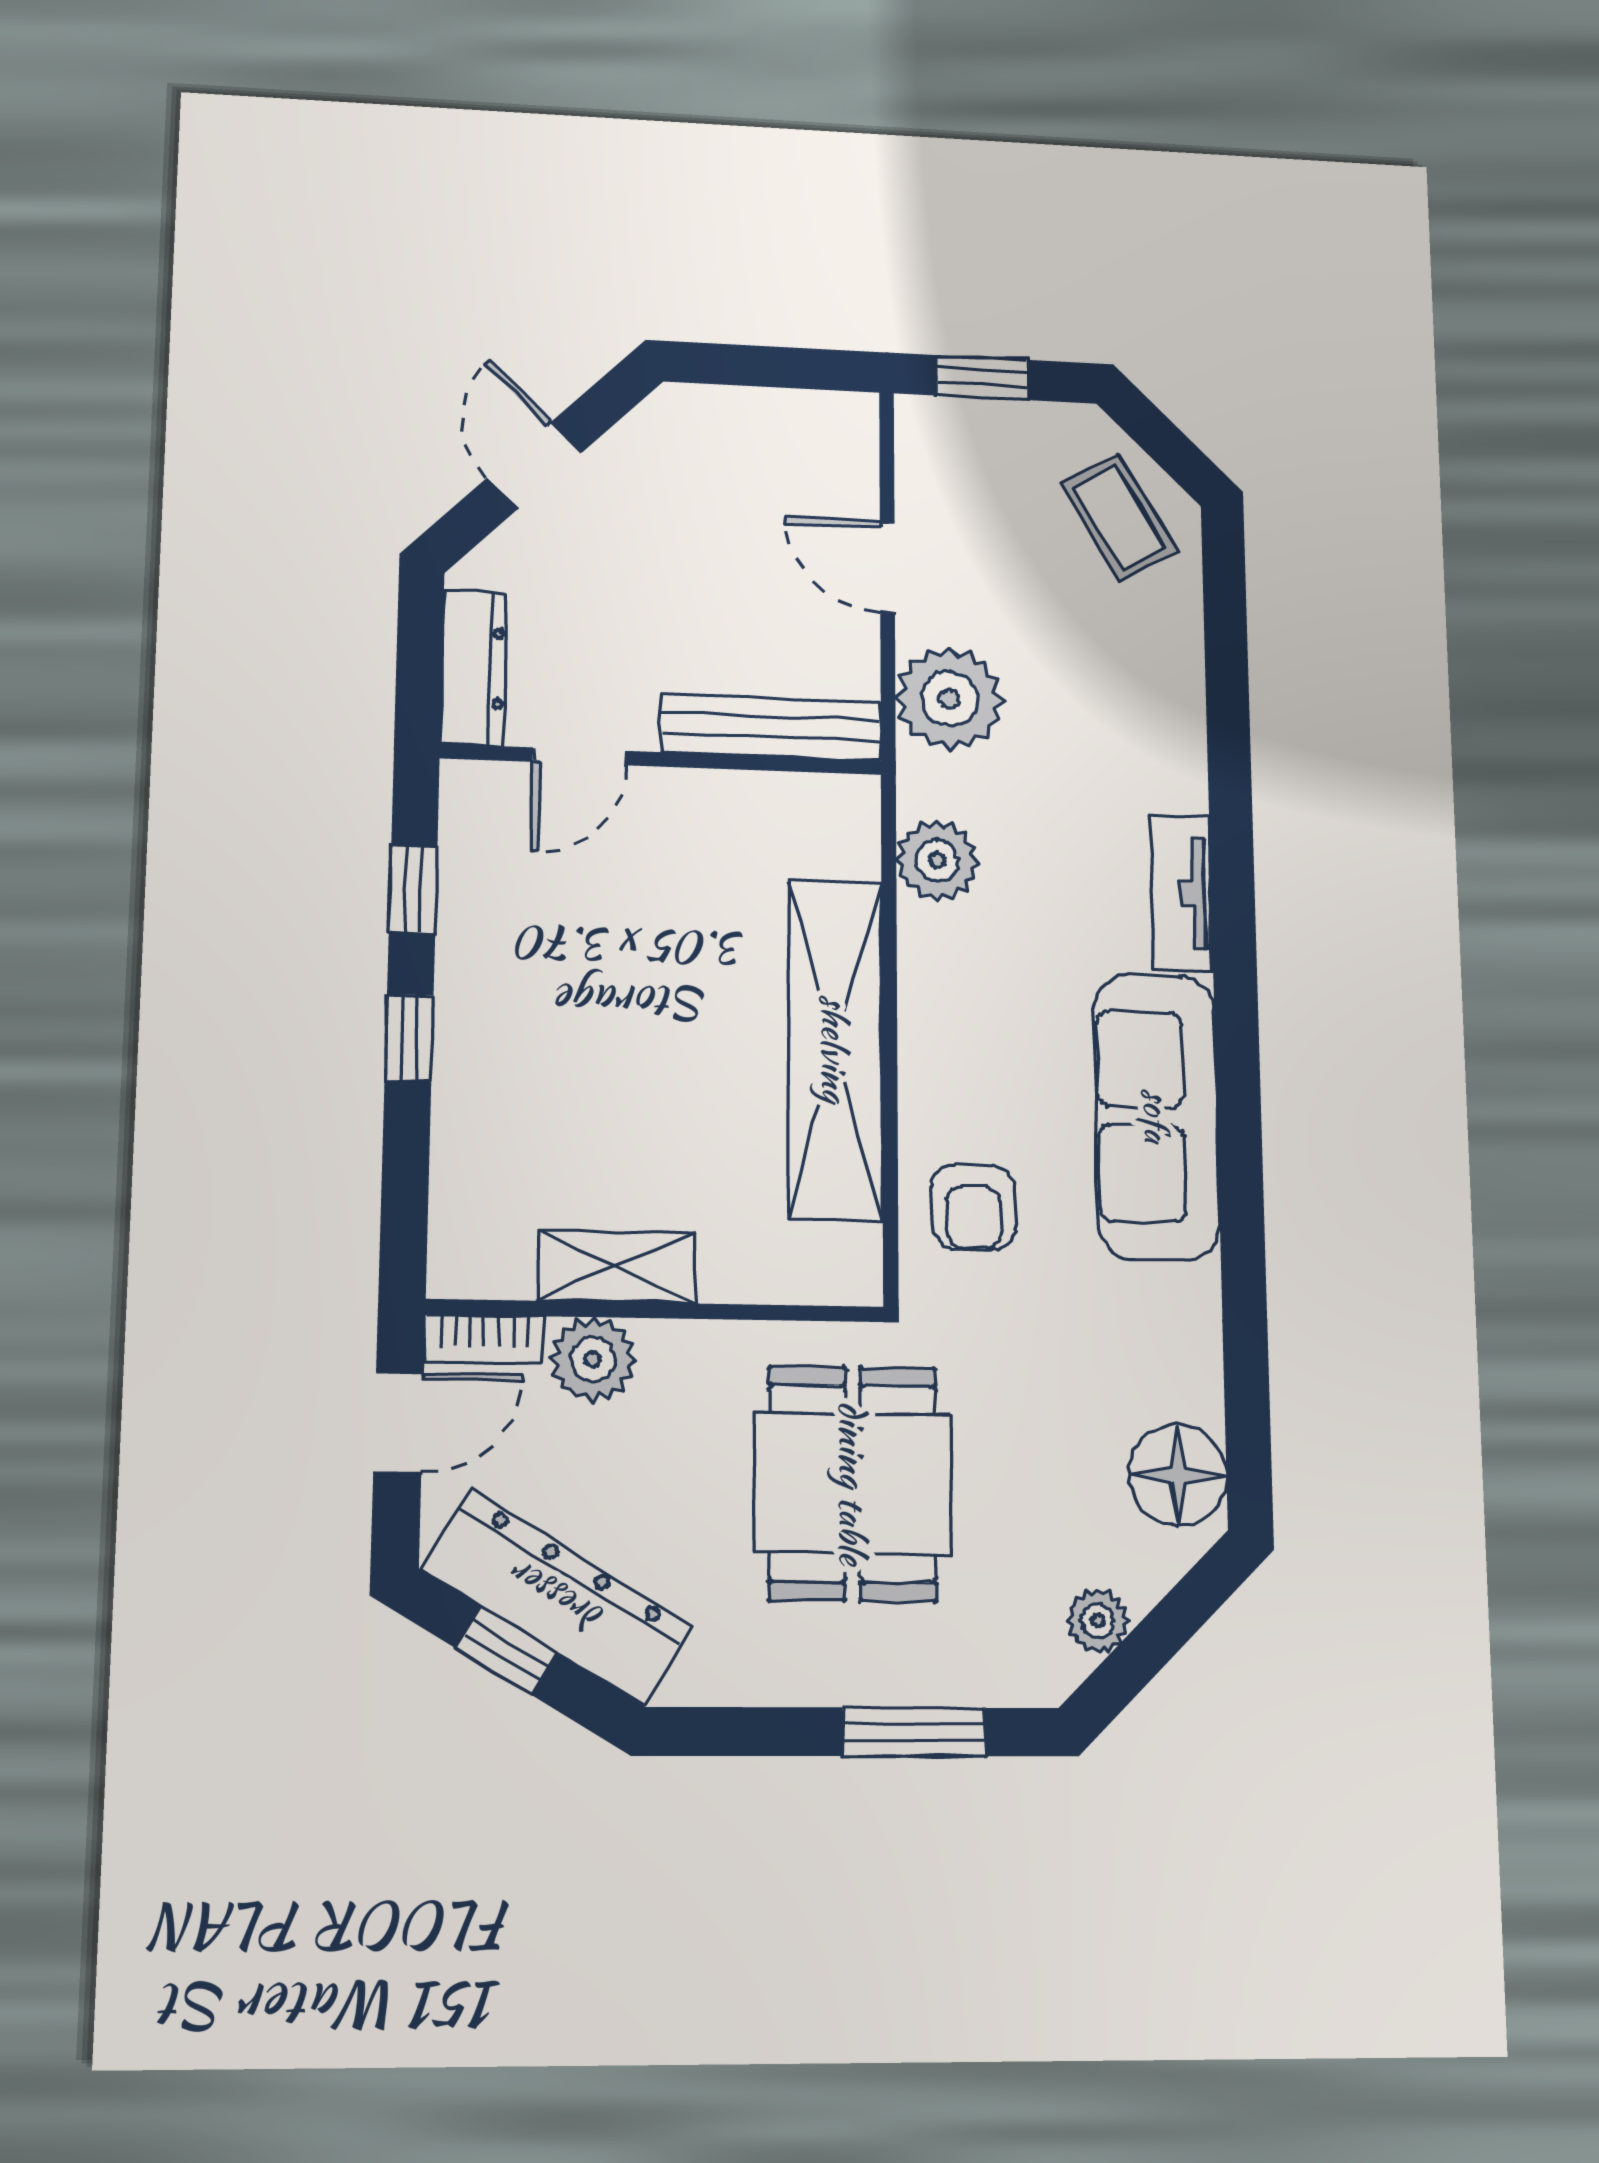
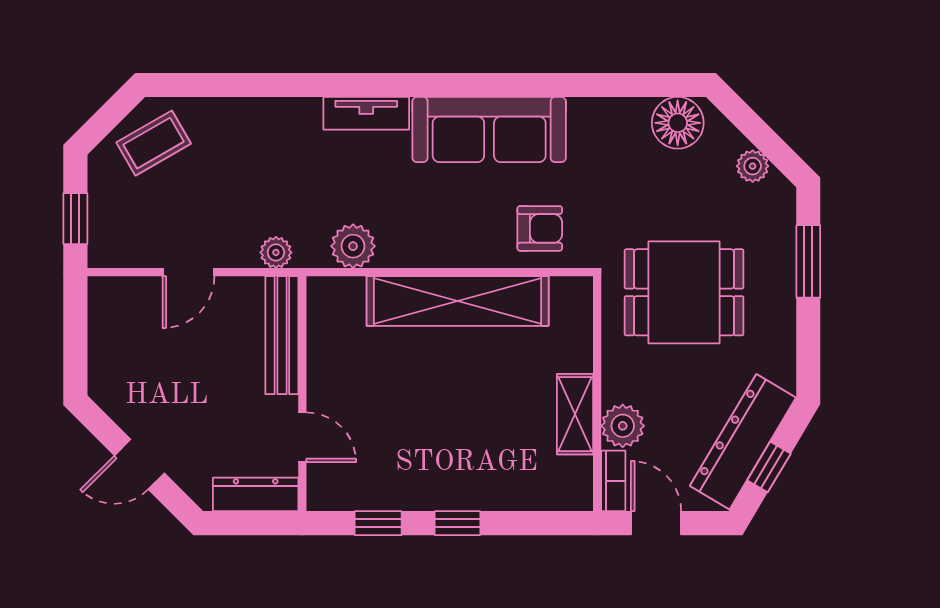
plant: (949, 699) -> (276, 252), width x0.53, depth x0.53

